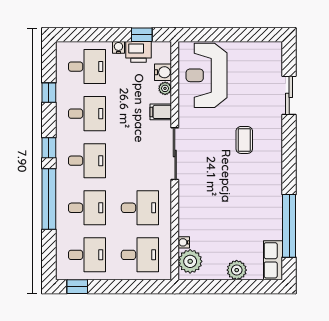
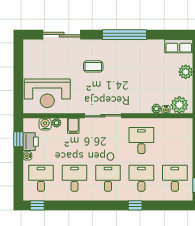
window: (49, 93) -> (37, 205), moved
sliding door: (289, 95) -> (62, 35), width x1.37
window: (49, 148) -> (99, 205), removed
window: (49, 199) -> (135, 205), width x0.32
window: (289, 226) -> (125, 35), moved
plant: (185, 229) -> (156, 109), added
desk: (140, 255) -> (175, 141), removed

